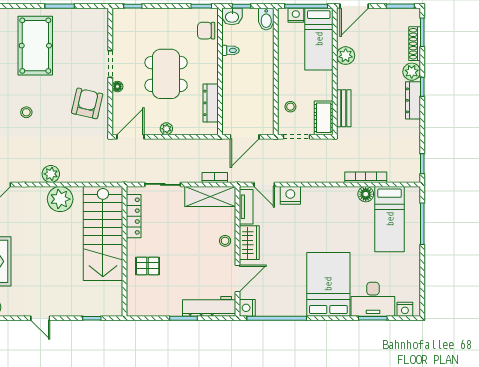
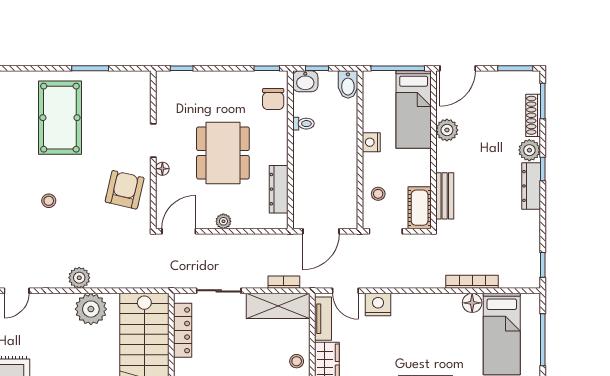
nightstand: (296, 15) -> (371, 142), moved, turned -90
chair: (206, 31) -> (273, 99), turned -90

